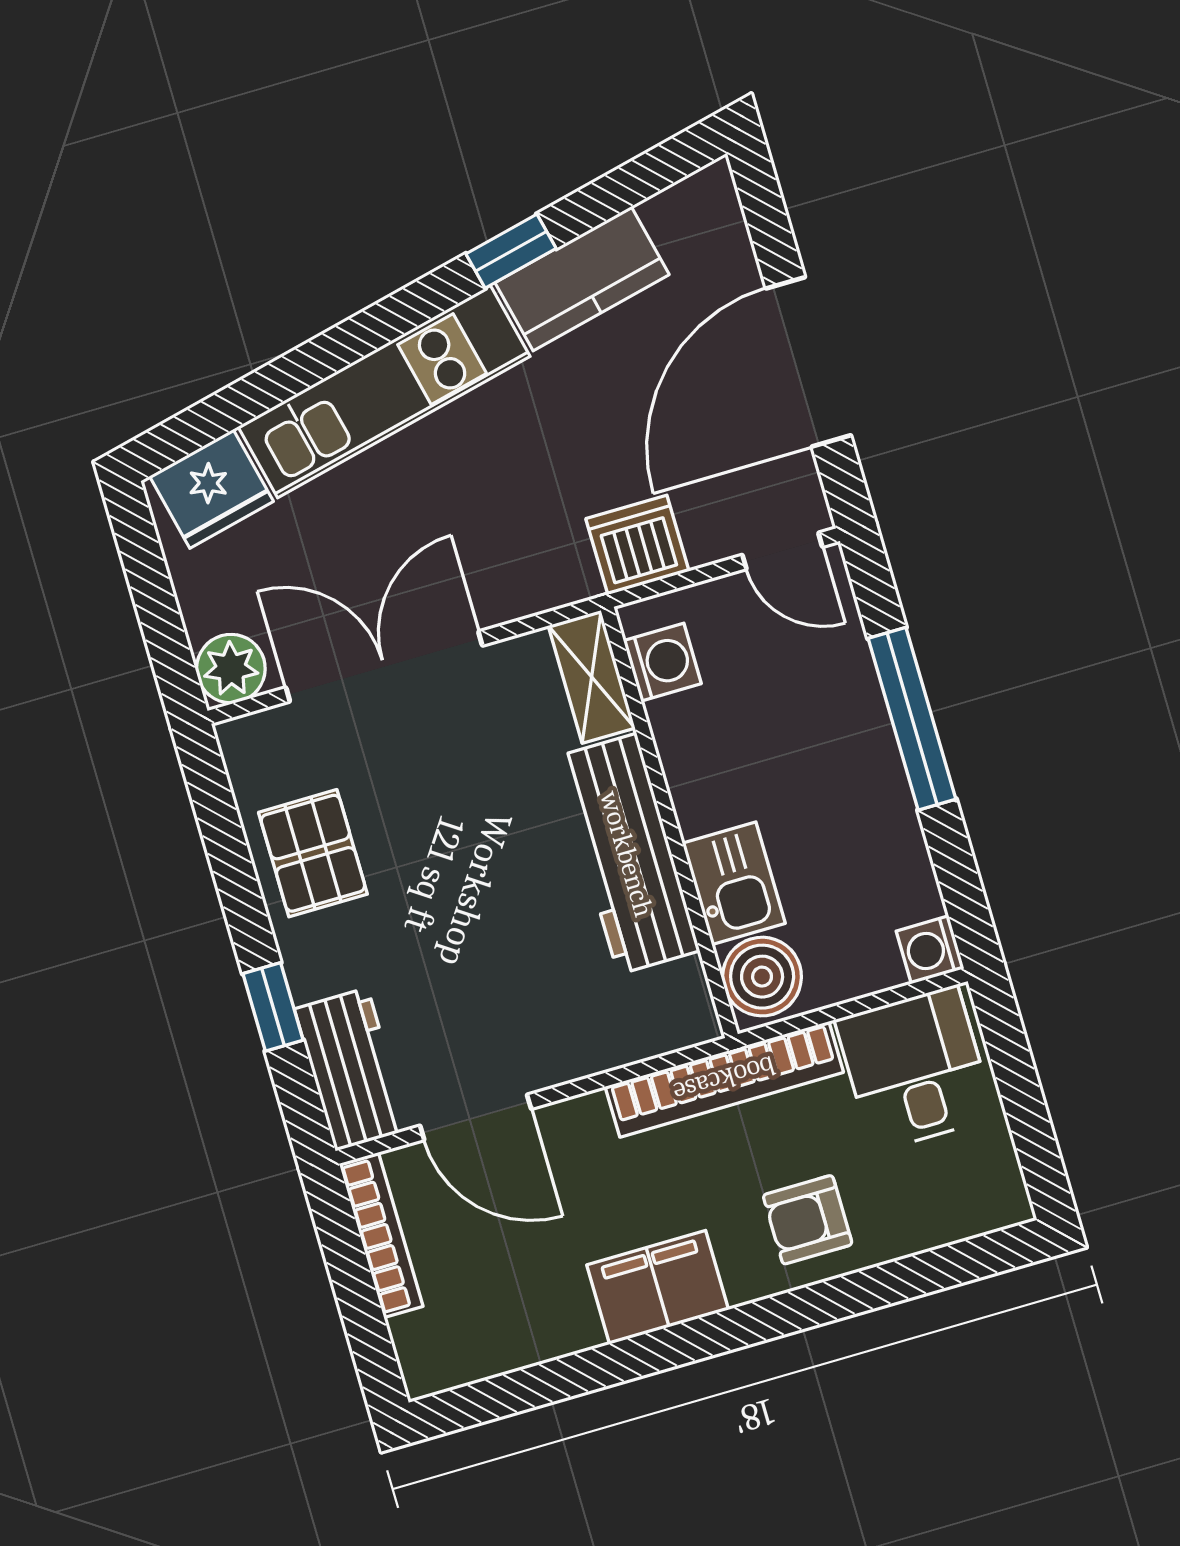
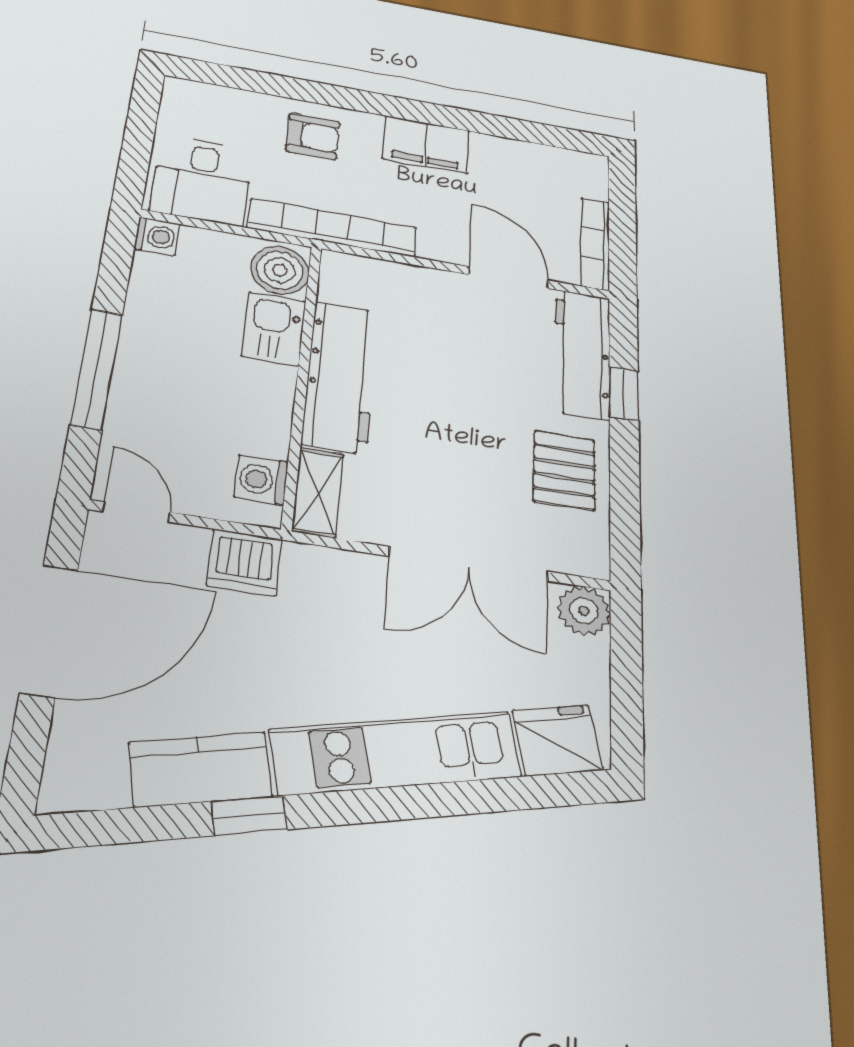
workbench: (351, 1069) -> (582, 354), width x1.38

